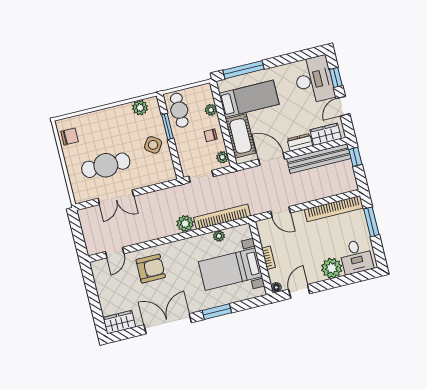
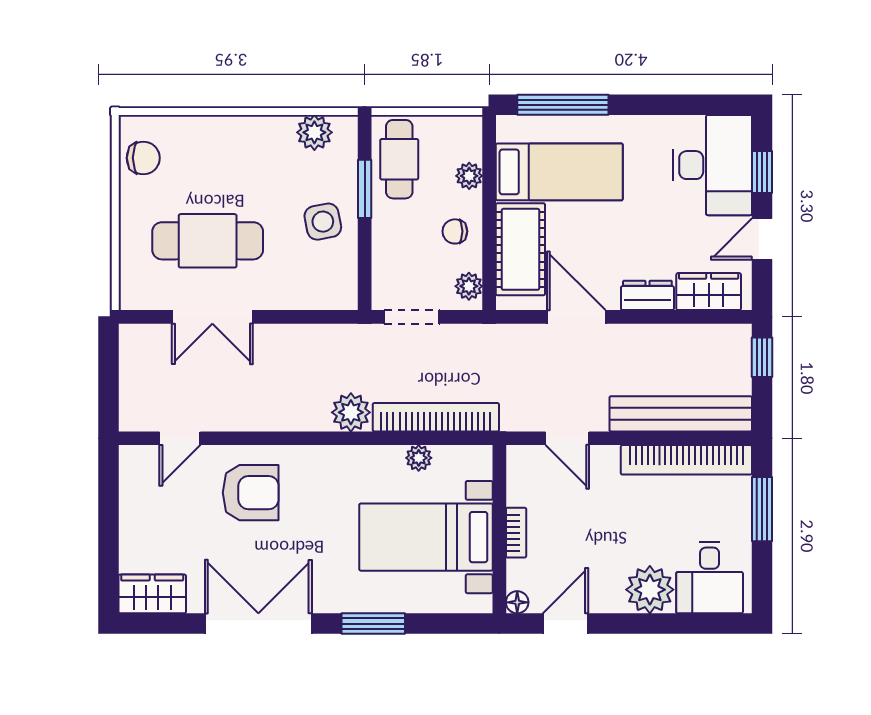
side table: (153, 145) -> (323, 222), turned 45
bench: (319, 159) -> (681, 414), moved

